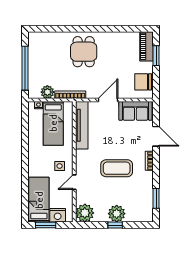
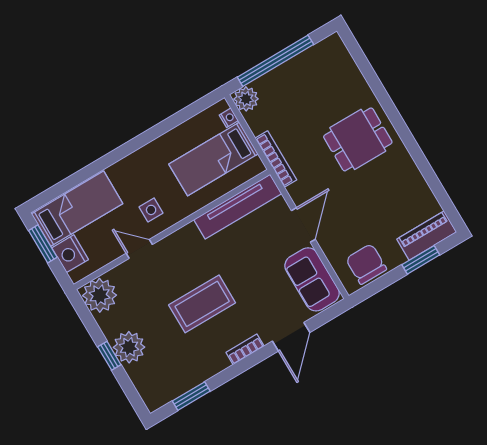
plant: (47, 92) -> (246, 99), moved
door: (108, 100) -> (303, 225), hinge flipped
coffee table: (117, 168) -> (202, 304), turned 90

